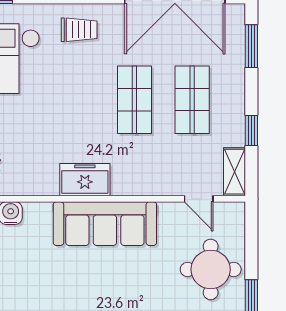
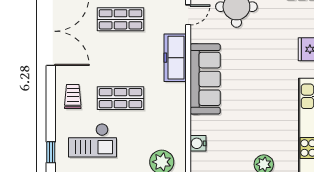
shop shelf: (134, 100) -> (120, 98), moved
freezer: (85, 180) -> (175, 58), moved, width x1.40

